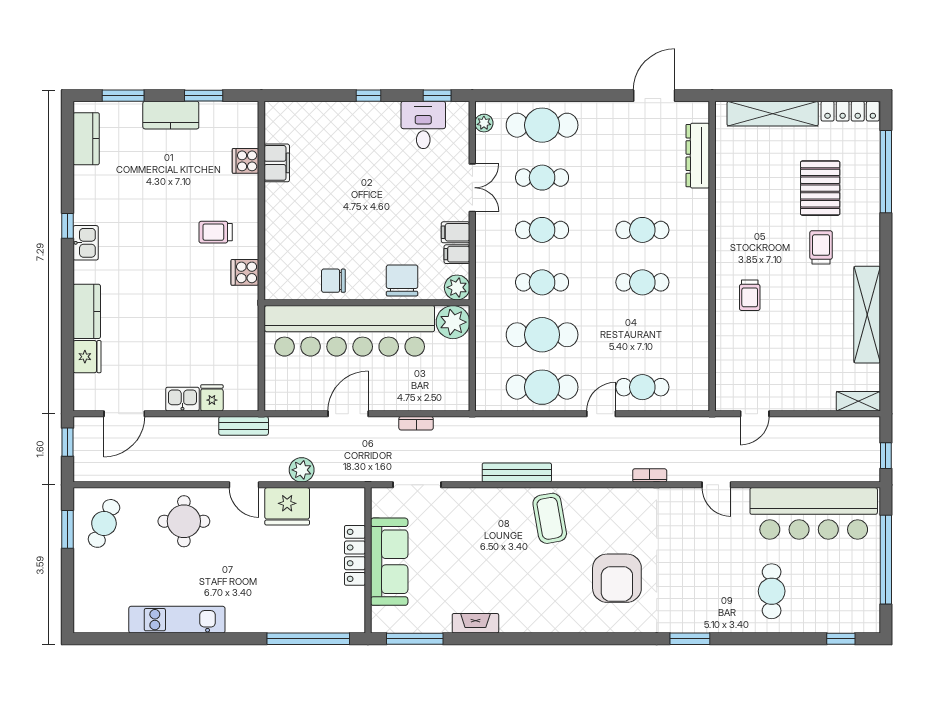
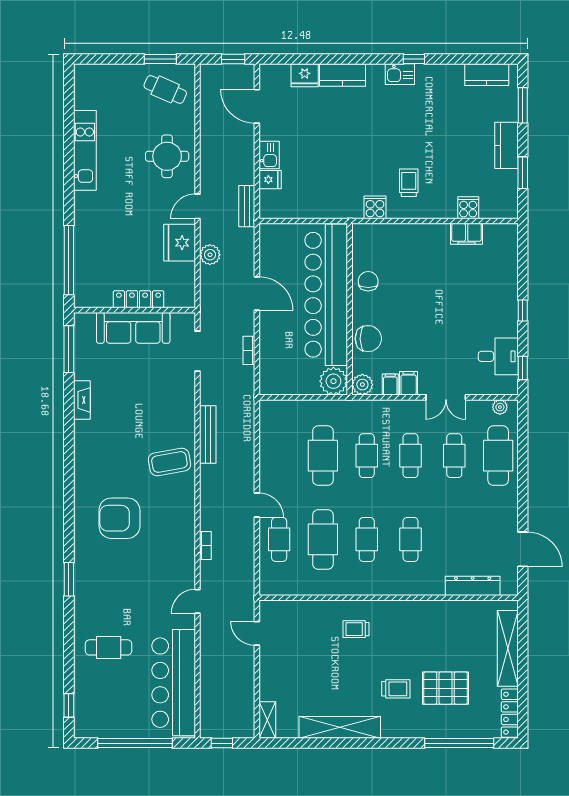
cafe table: (542, 387) -> (323, 539), moved

